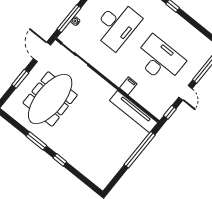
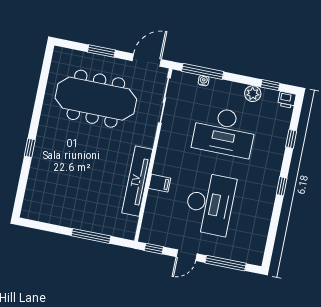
tv unit: (134, 112) -> (137, 181), moved
window: (36, 141) -> (38, 108), removed
window: (140, 150) -> (91, 236), width x0.68

